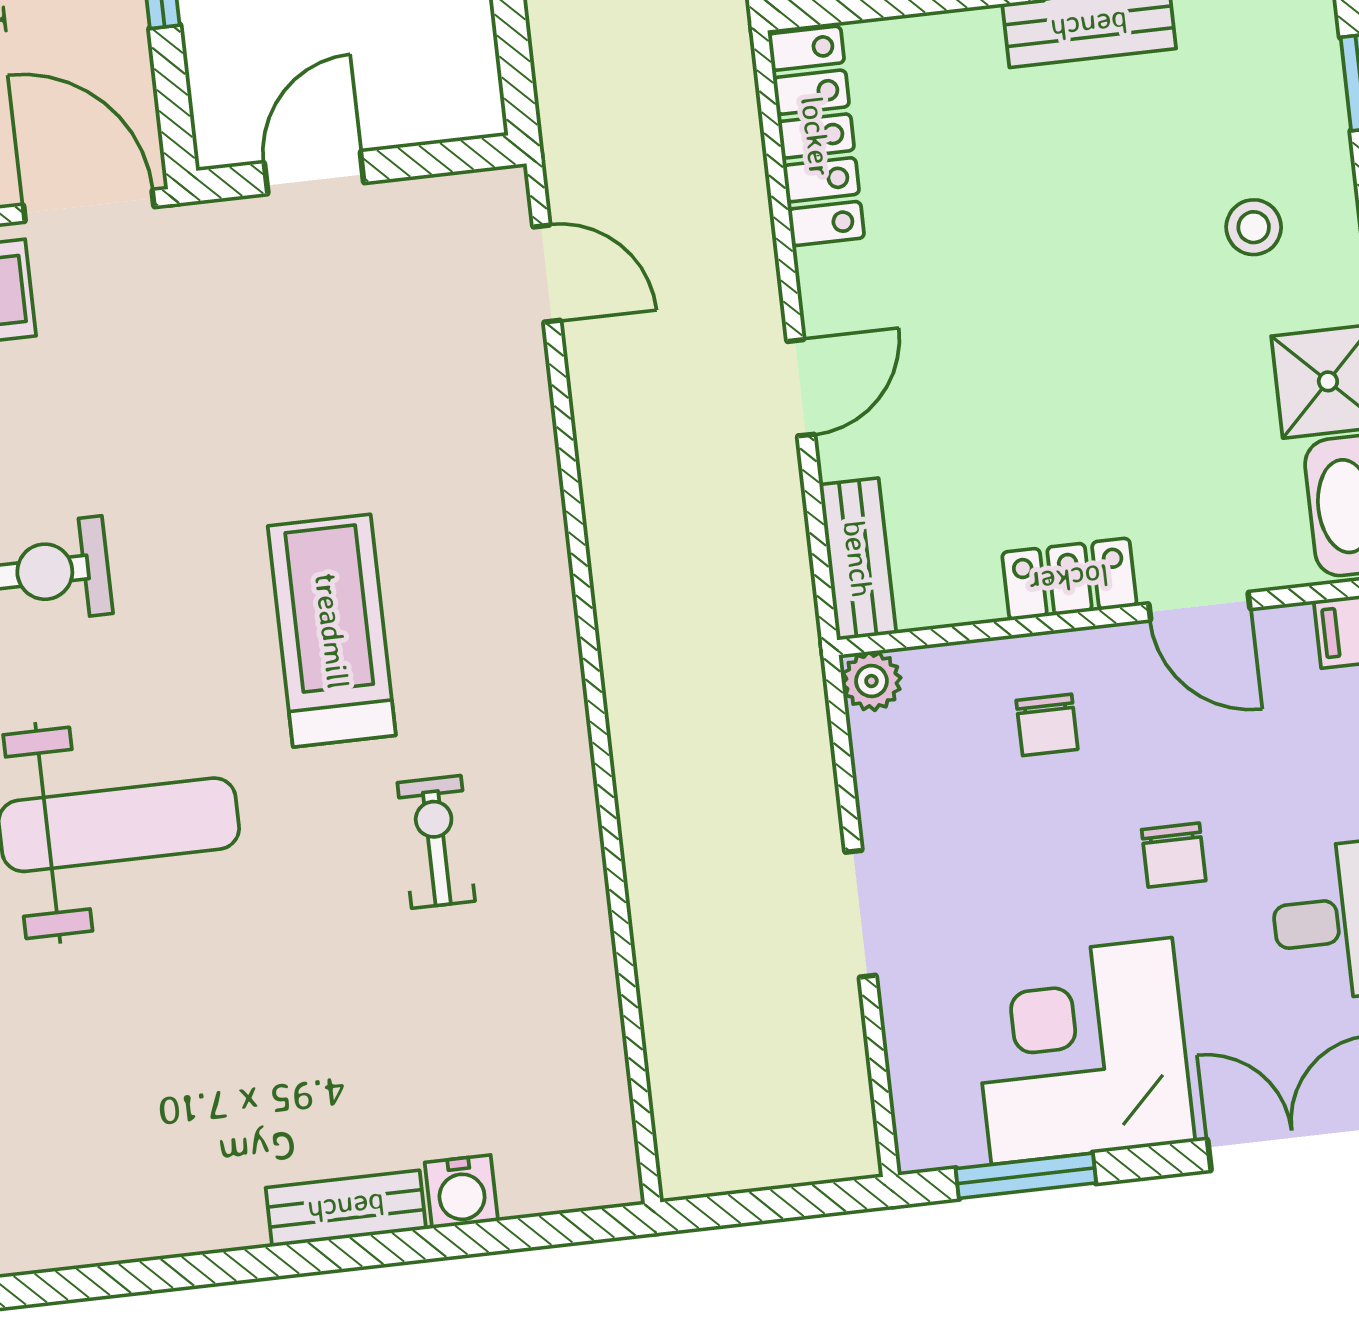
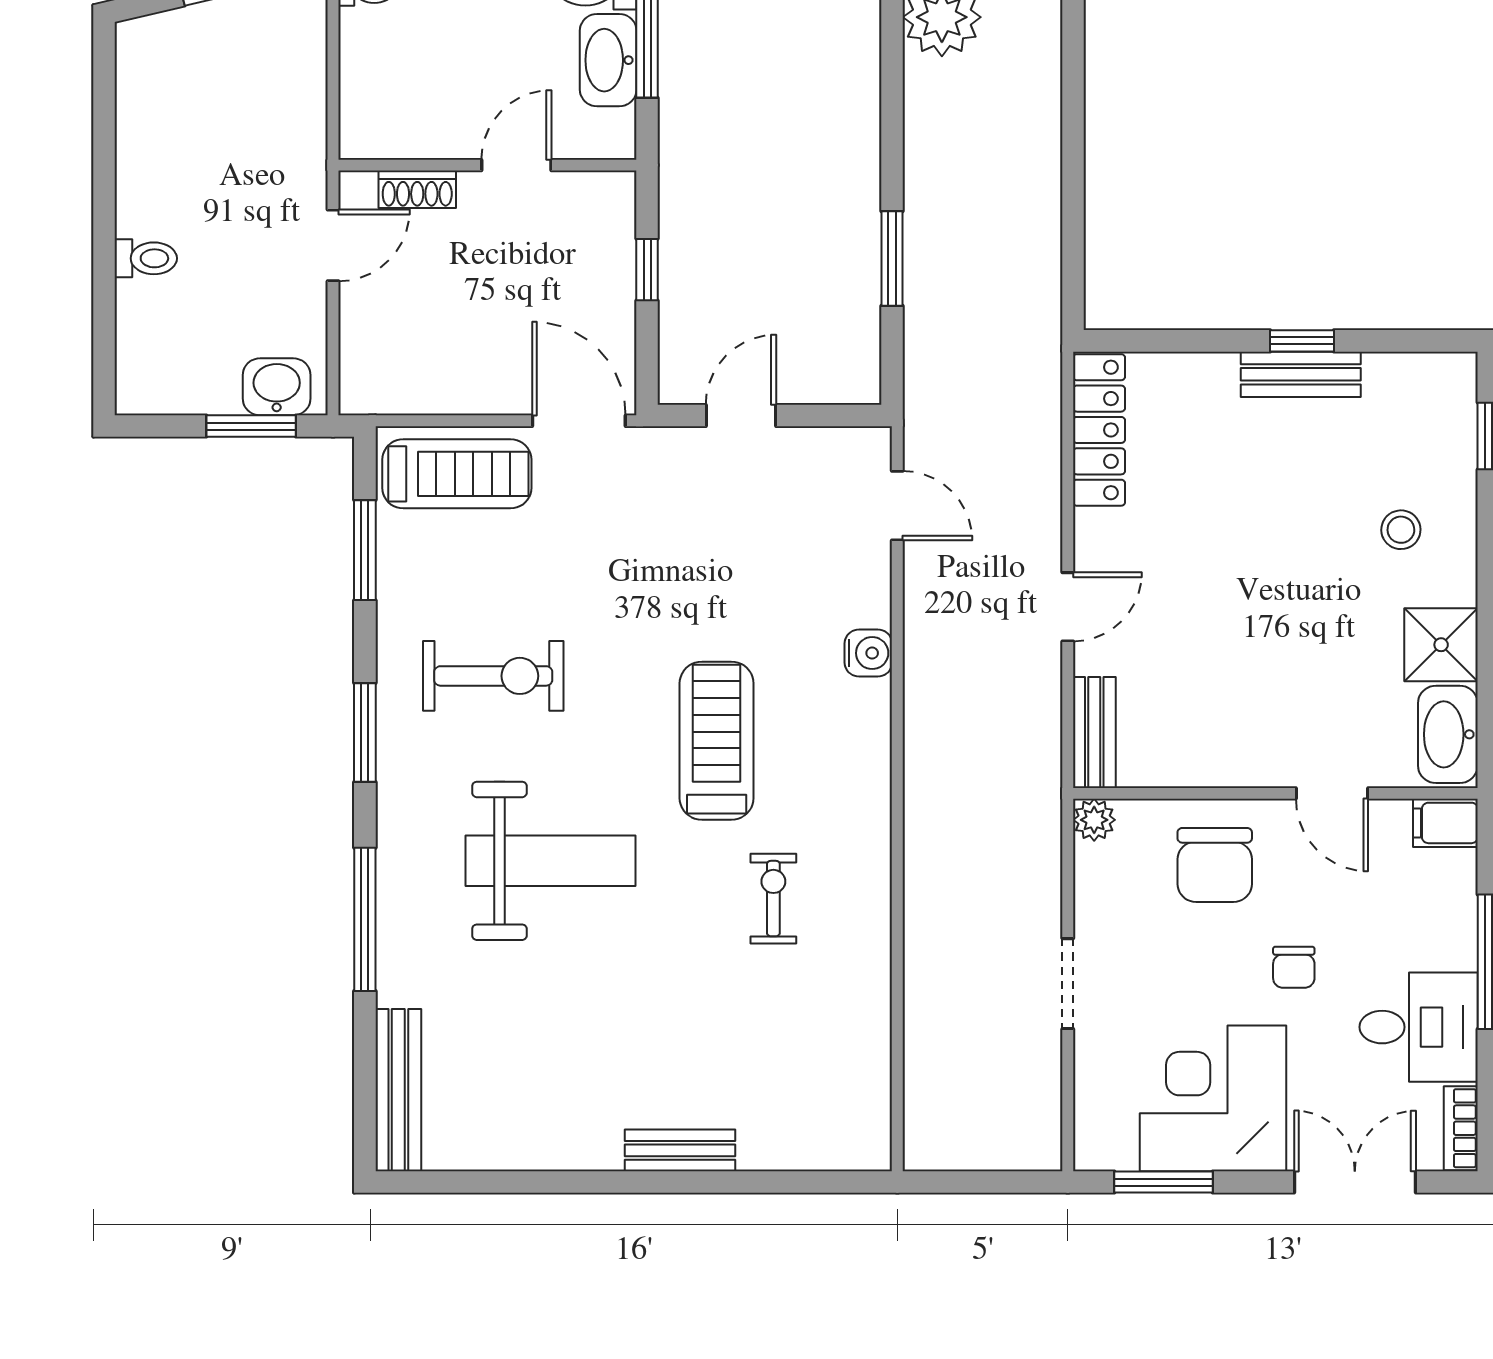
locker: (1069, 579) -> (1242, 764), removed
chair: (1047, 725) -> (1215, 865), width x1.87, depth x1.87
water cooler: (461, 1192) -> (868, 653), moved, turned -90

